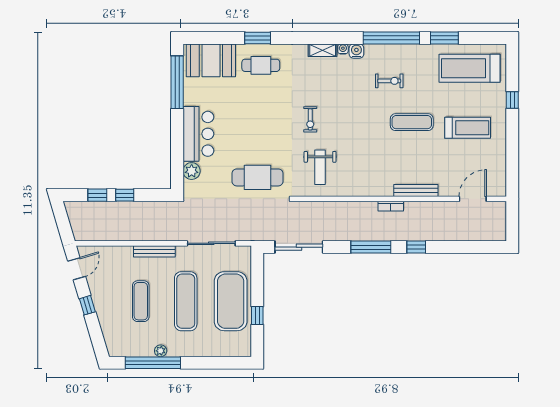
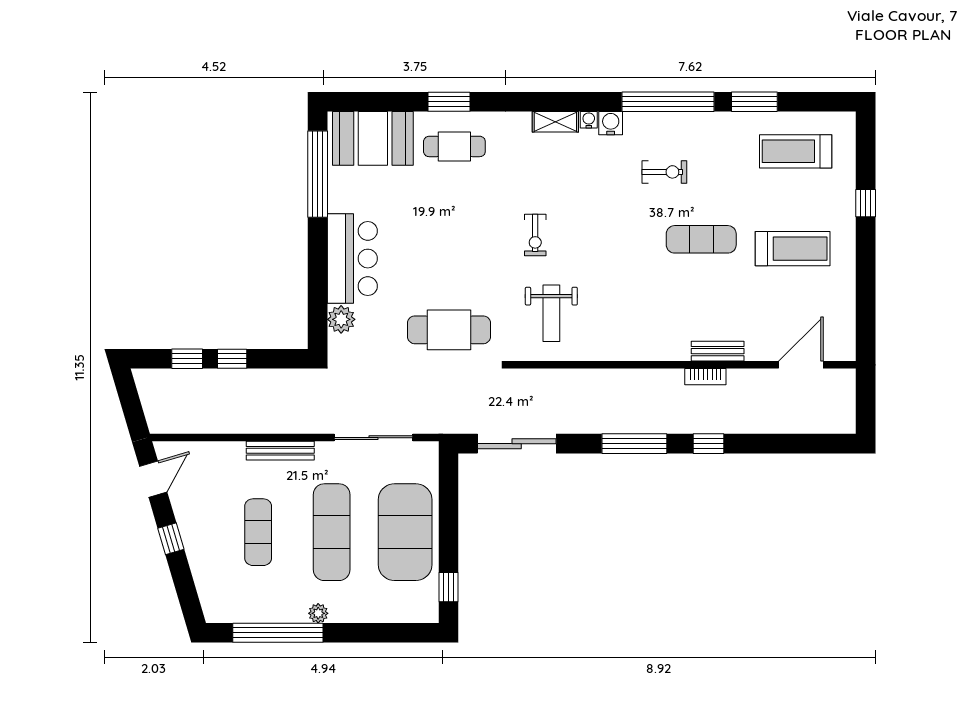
treadmill: (470, 68) -> (796, 151), width x0.73, depth x0.73
bench: (416, 190) -> (718, 351), width x0.73
bookcase: (391, 206) -> (705, 377), moved
window: (257, 315) -> (449, 587), moved
plant: (161, 351) -> (318, 613), moved

